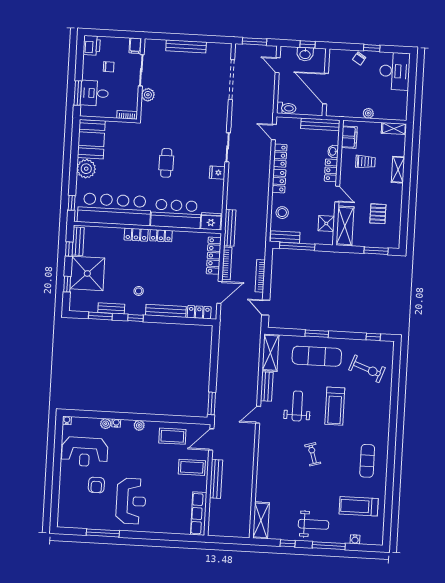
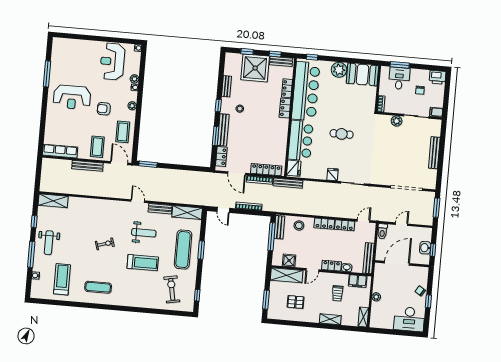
door: (278, 65) -> (402, 224), moved
locker: (161, 236) -> (287, 88), moved
door: (266, 308) -> (223, 210), swing flipped
window: (100, 316) -> (216, 136), moved
exercise bike: (367, 369) -> (172, 289), turned 149
treadmill: (335, 406) -> (143, 263), turned 180
armchair: (96, 485) -> (104, 109), moved

